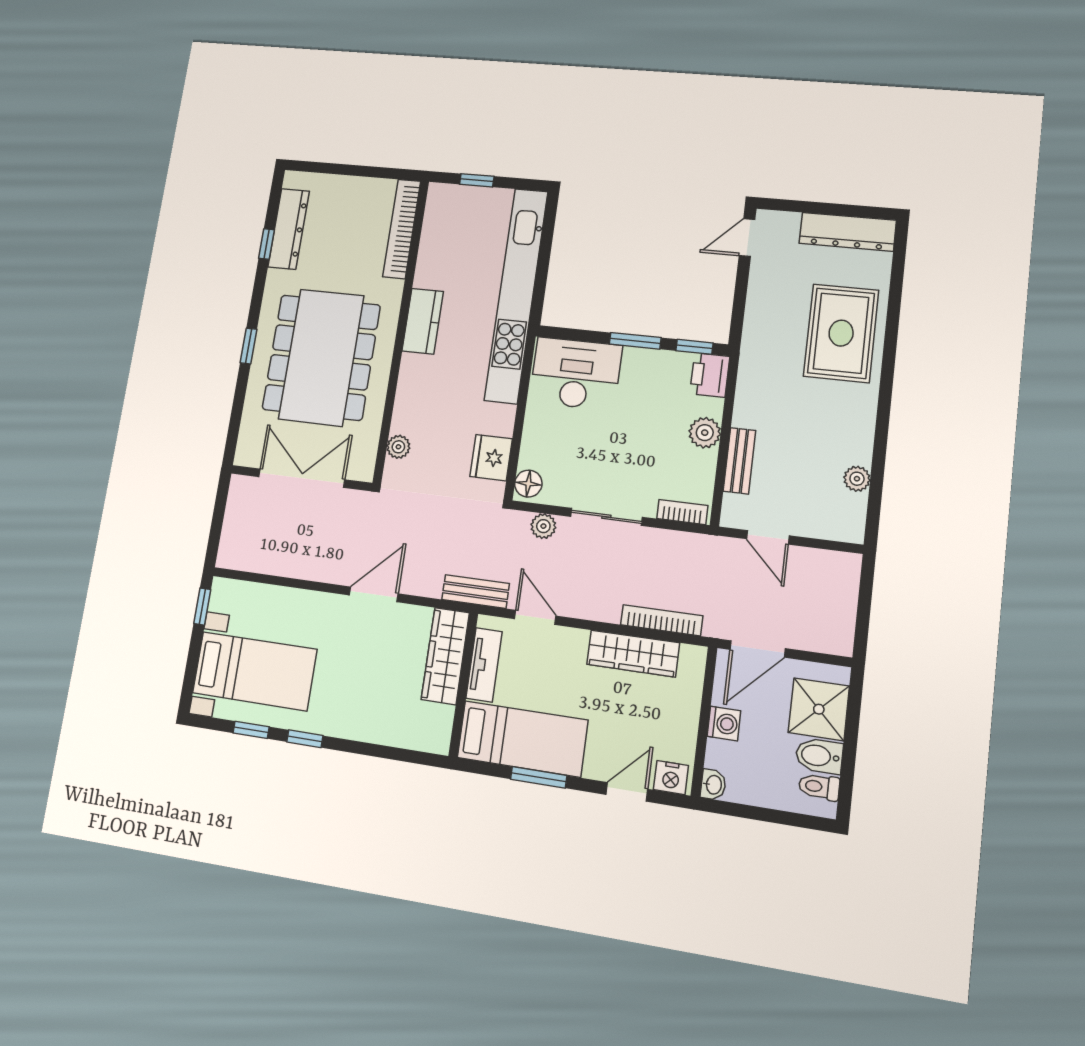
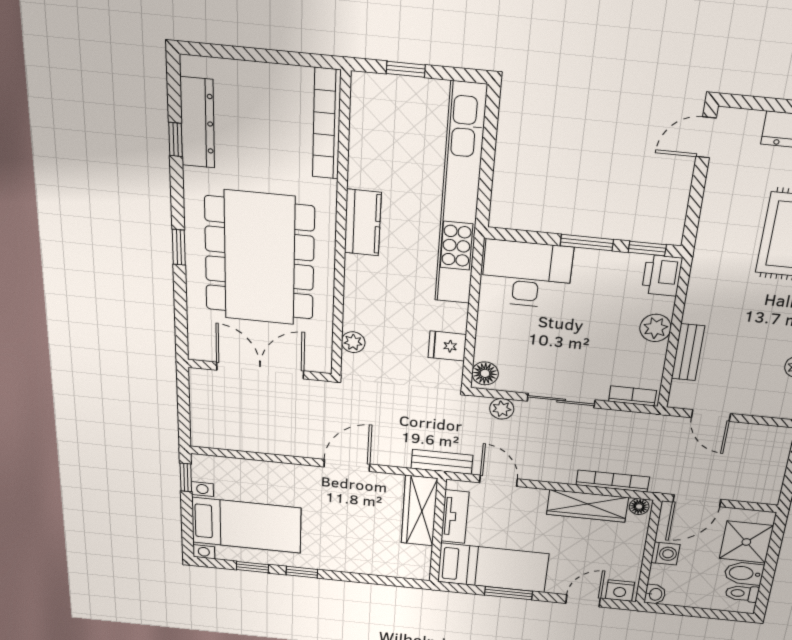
fridge: (491, 458) -> (447, 346), width x0.72
floor lamp: (692, 656) -> (639, 507), added

